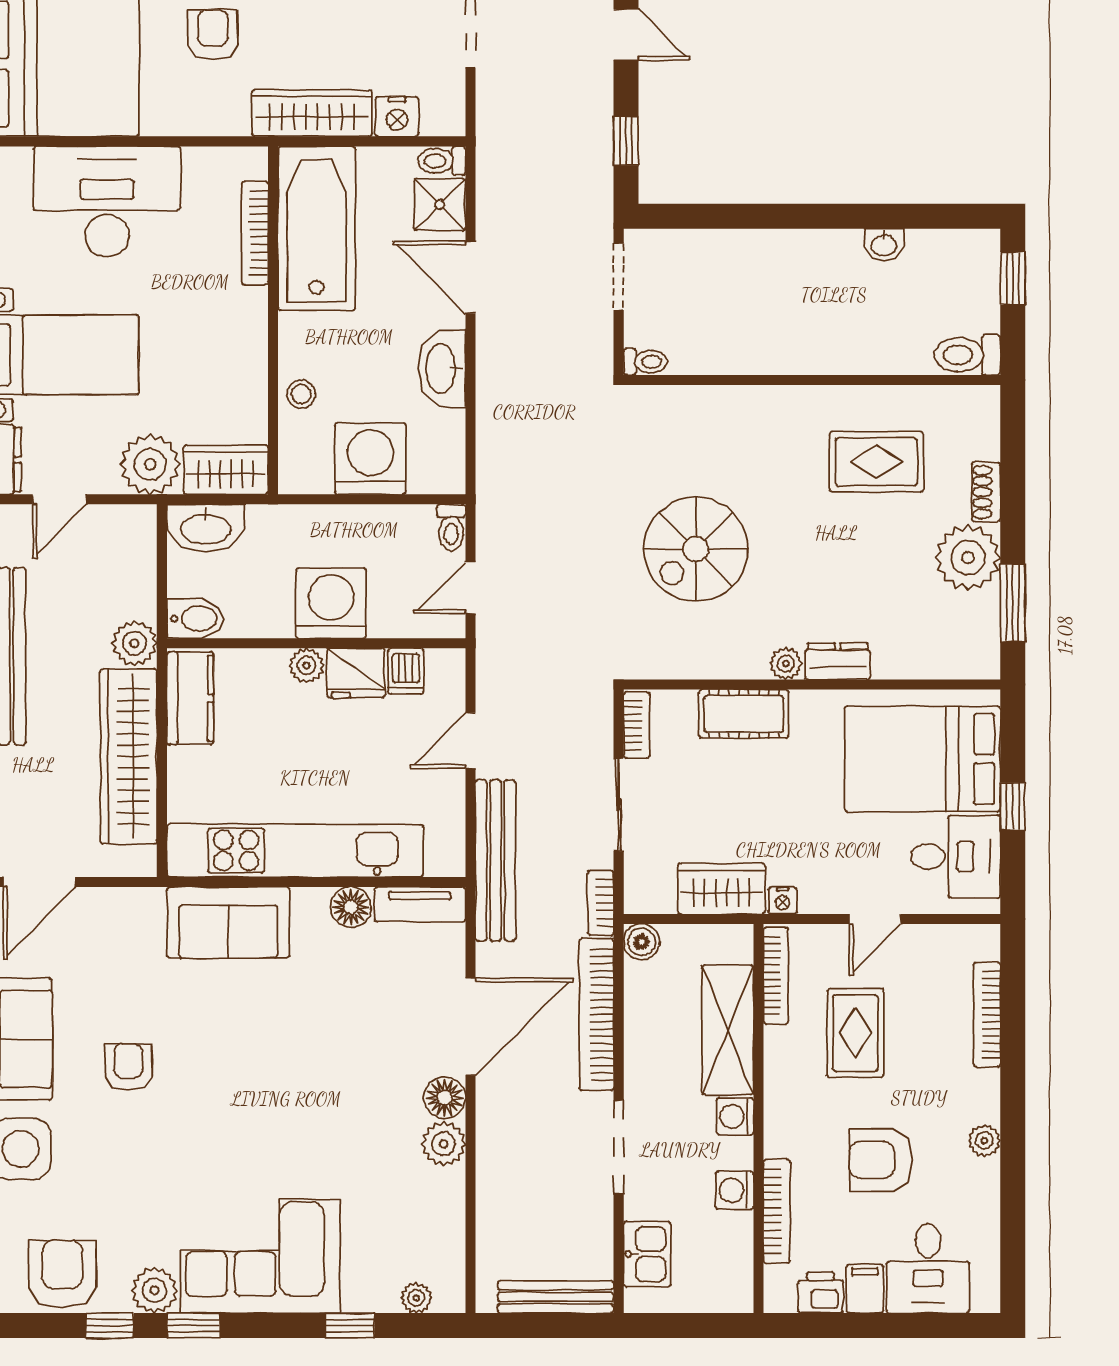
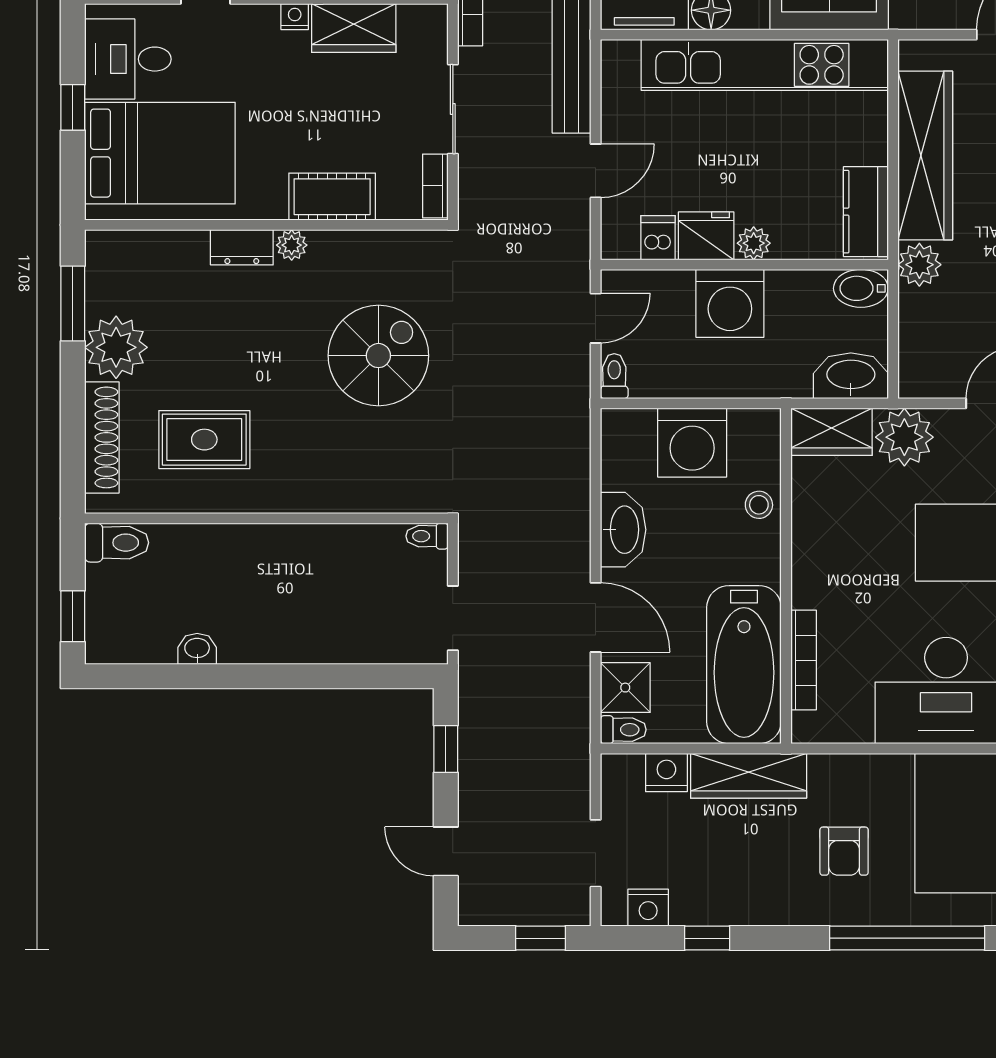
shoe rack: (986, 492) -> (102, 437), width x1.94, depth x1.24

